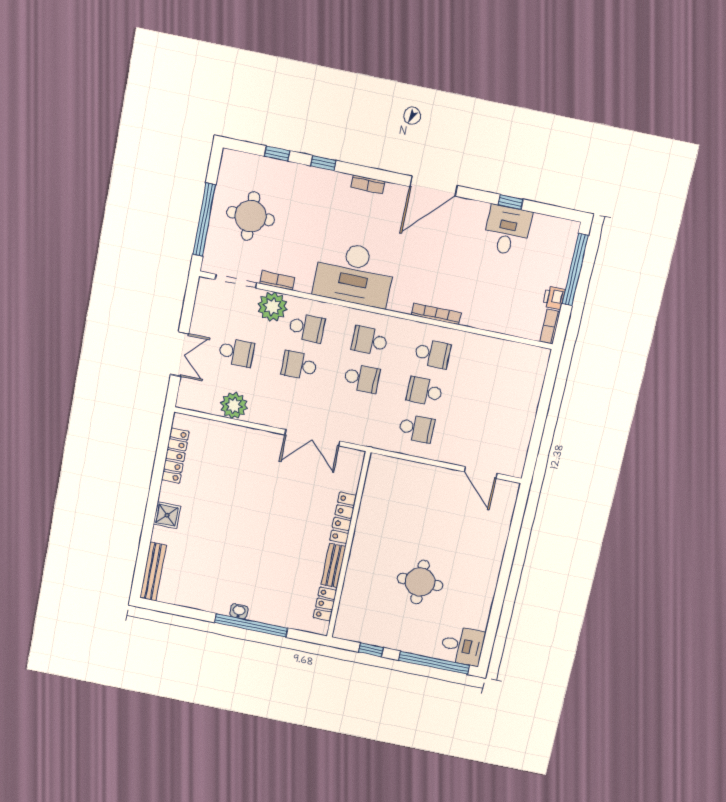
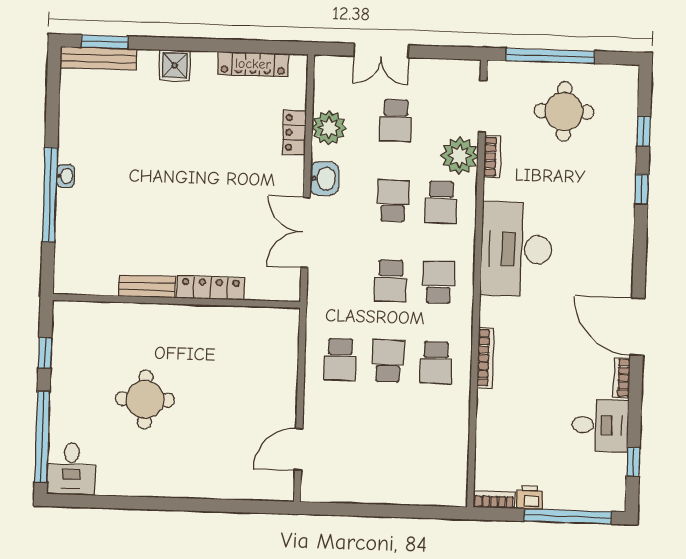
bookcase: (368, 184) -> (622, 378), moved
window: (511, 202) -> (633, 462), moved
washbasin: (273, 416) -> (324, 179), added
window: (141, 565) -> (105, 42), added
locker: (325, 604) -> (294, 133), moved, turned -90

